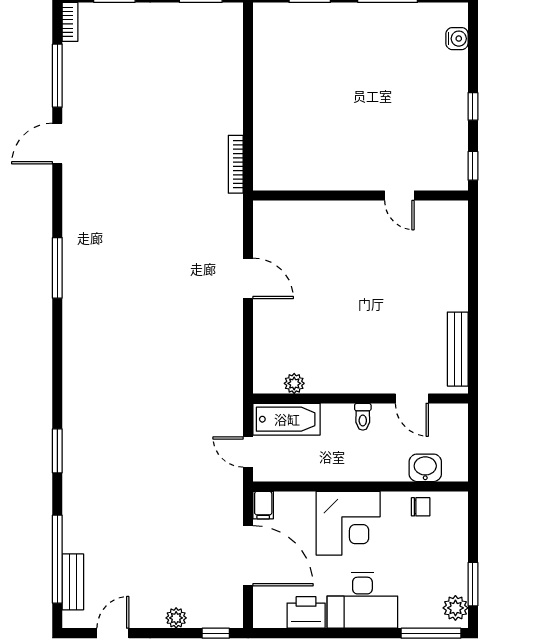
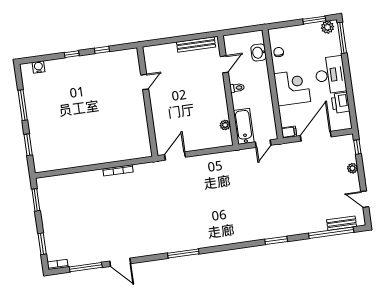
wall: (360, 196) -> (147, 102), moved
door: (399, 196) -> (145, 82), moved

